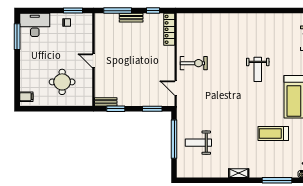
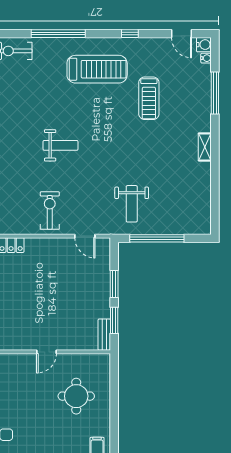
weight bench: (258, 69) -> (60, 145), moved
door: (176, 88) -> (85, 236), hinge flipped
window: (152, 109) -> (114, 284), moved
weight bench: (198, 143) -> (132, 204), moved

